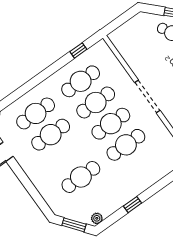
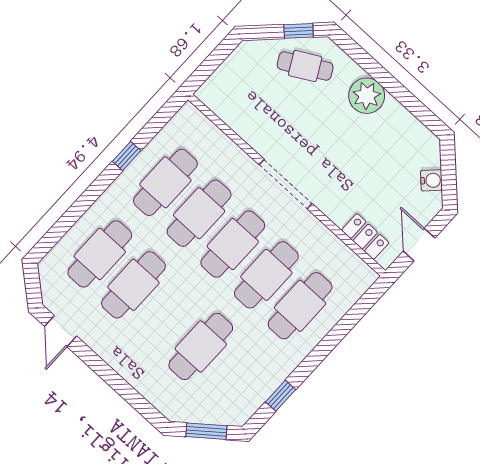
window: (78, 50) -> (127, 156), moved
cafe table: (141, 166) -> (300, 306), added
window: (132, 205) -> (281, 396), moved
plant: (97, 218) -> (243, 412), removed

